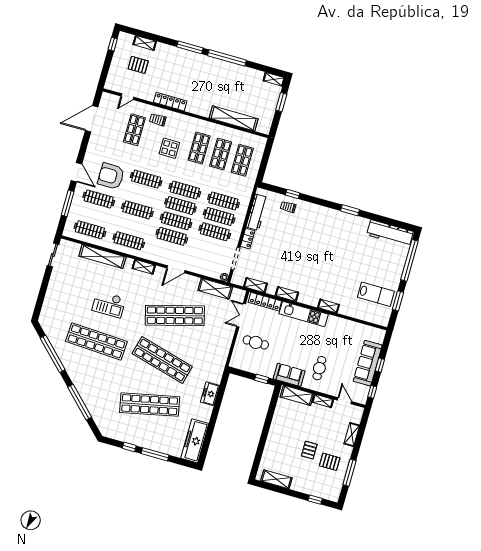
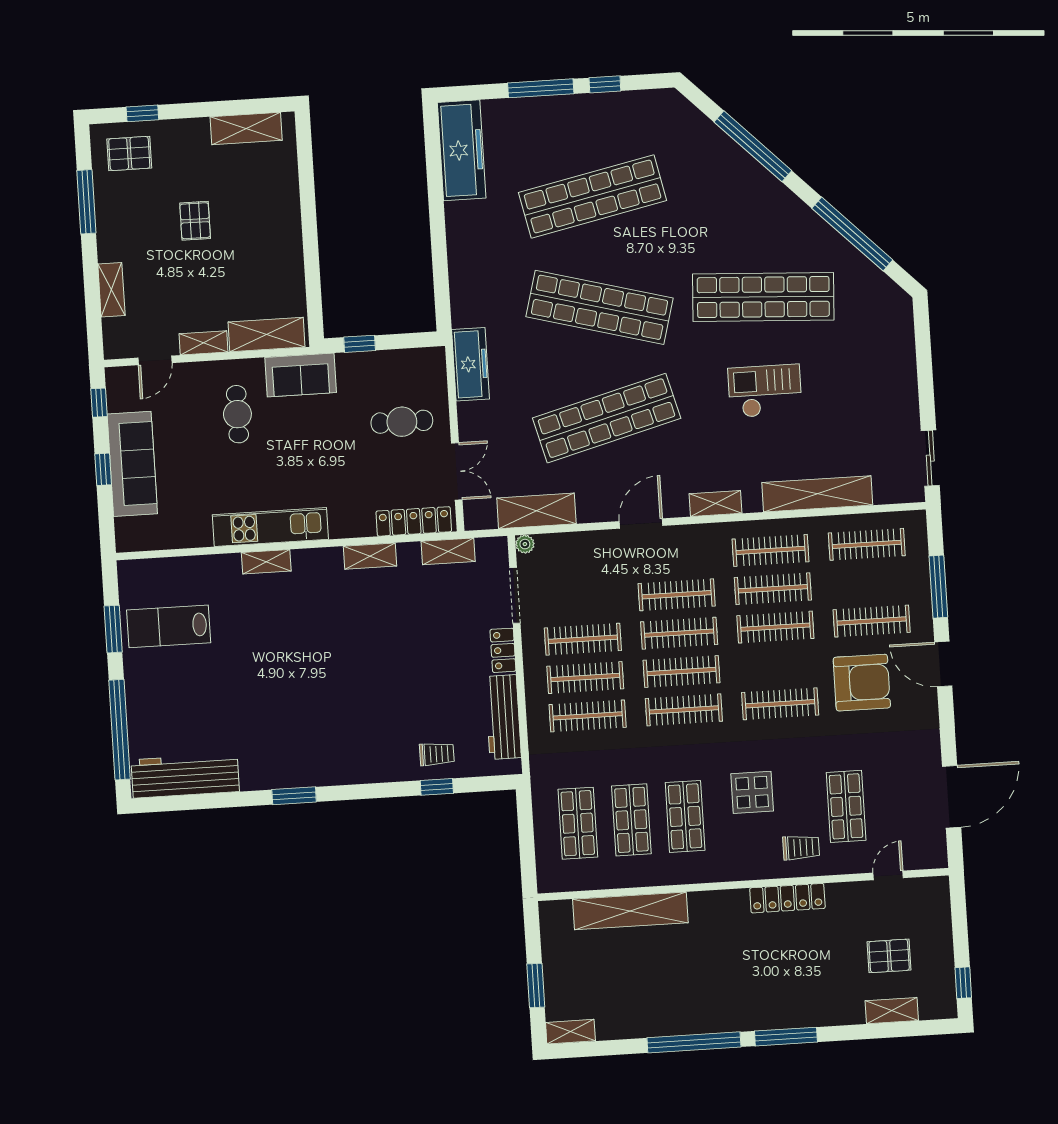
clothes rail: (133, 225) -> (773, 589), added
kitchen unit: (304, 314) -> (270, 527), moved
freezer: (210, 394) -> (471, 364), moved, width x1.40
door: (344, 401) -> (155, 360), hinge flipped
pallet: (330, 462) -> (129, 153), moved

